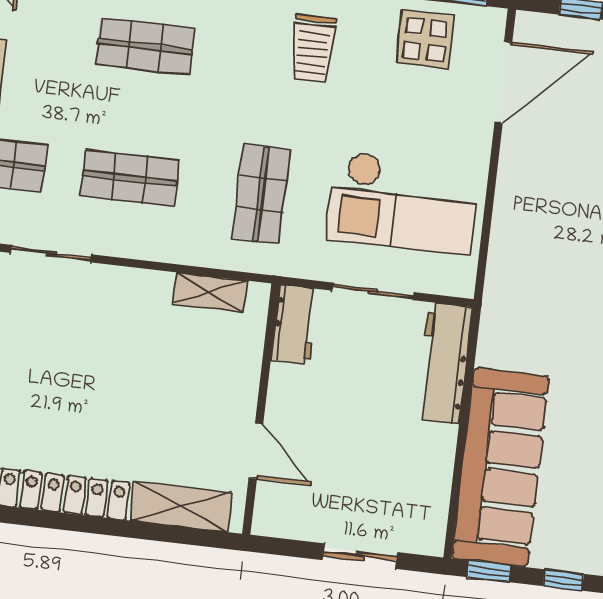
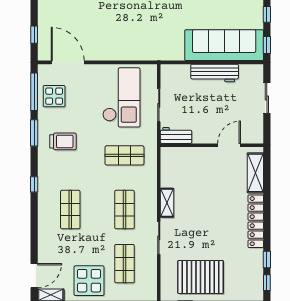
shelving: (210, 292) -> (167, 203), moved
workbench: (444, 363) -> (215, 73), moved

